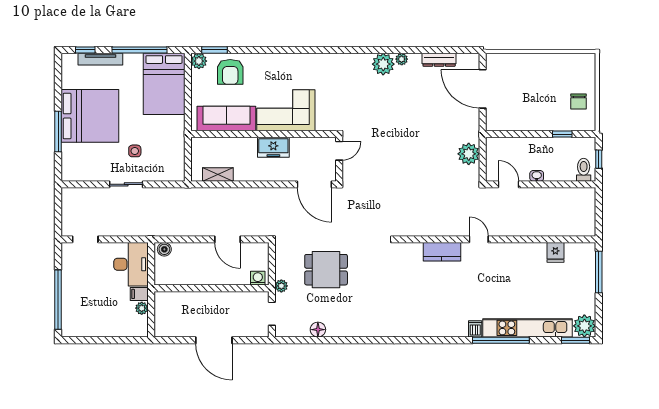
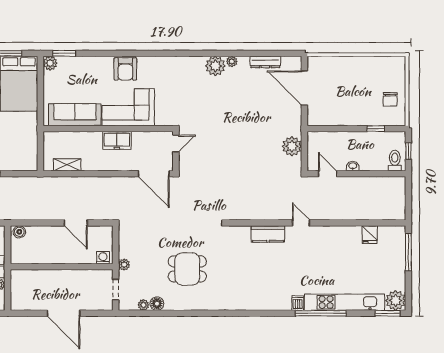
armchair: (230, 72) -> (125, 69), moved
dining table: (326, 270) -> (187, 269), moved
plant: (303, 331) -> (143, 305), added

